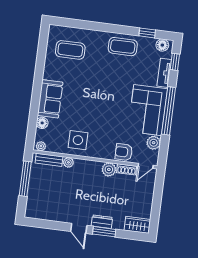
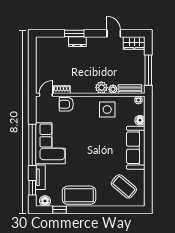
coffee table: (123, 47) -> (79, 195), width x1.36, depth x1.32
coffee table: (70, 50) -> (124, 186), turned 40
sofa: (50, 99) -> (136, 148), width x1.36
plant: (154, 143) -> (42, 116), removed
armchair: (124, 152) -> (66, 104), turned 180
plant: (109, 169) -> (101, 88), moved
wardrobe: (137, 225) -> (134, 43), moved
door: (79, 228) -> (114, 33), moved

